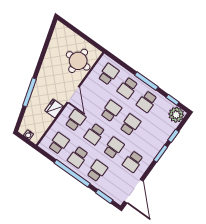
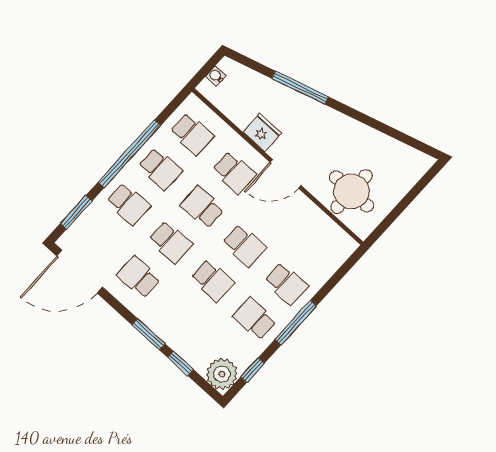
school desk: (108, 74) -> (318, 249), removed
school desk: (128, 88) -> (286, 284), turned 180
school desk: (78, 157) -> (160, 169), turned 180

